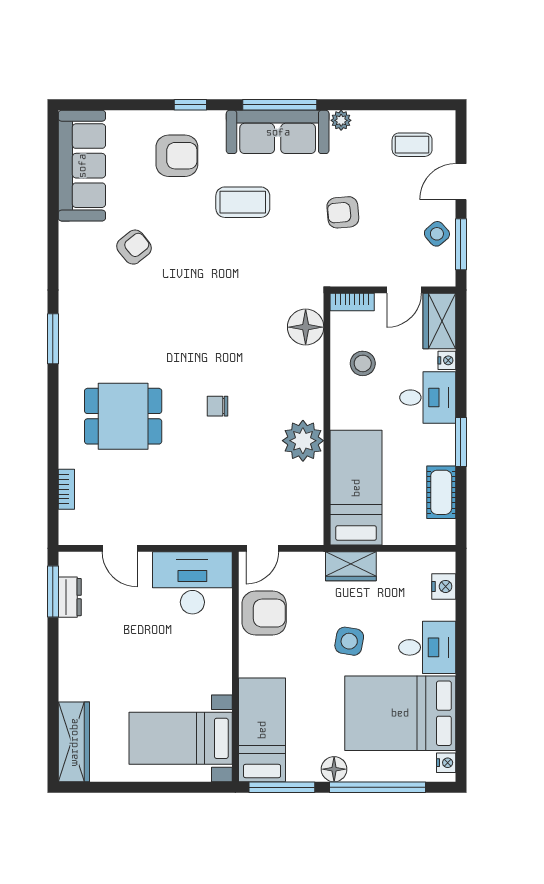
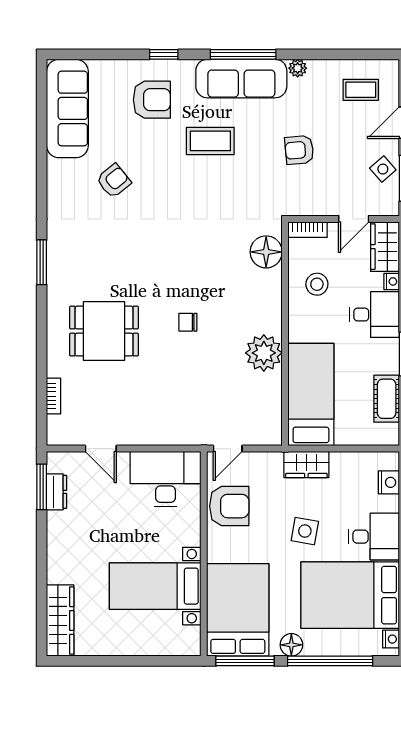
bed: (262, 730) -> (238, 610), width x1.50
bed with nightstands: (181, 738) -> (155, 586), moved

